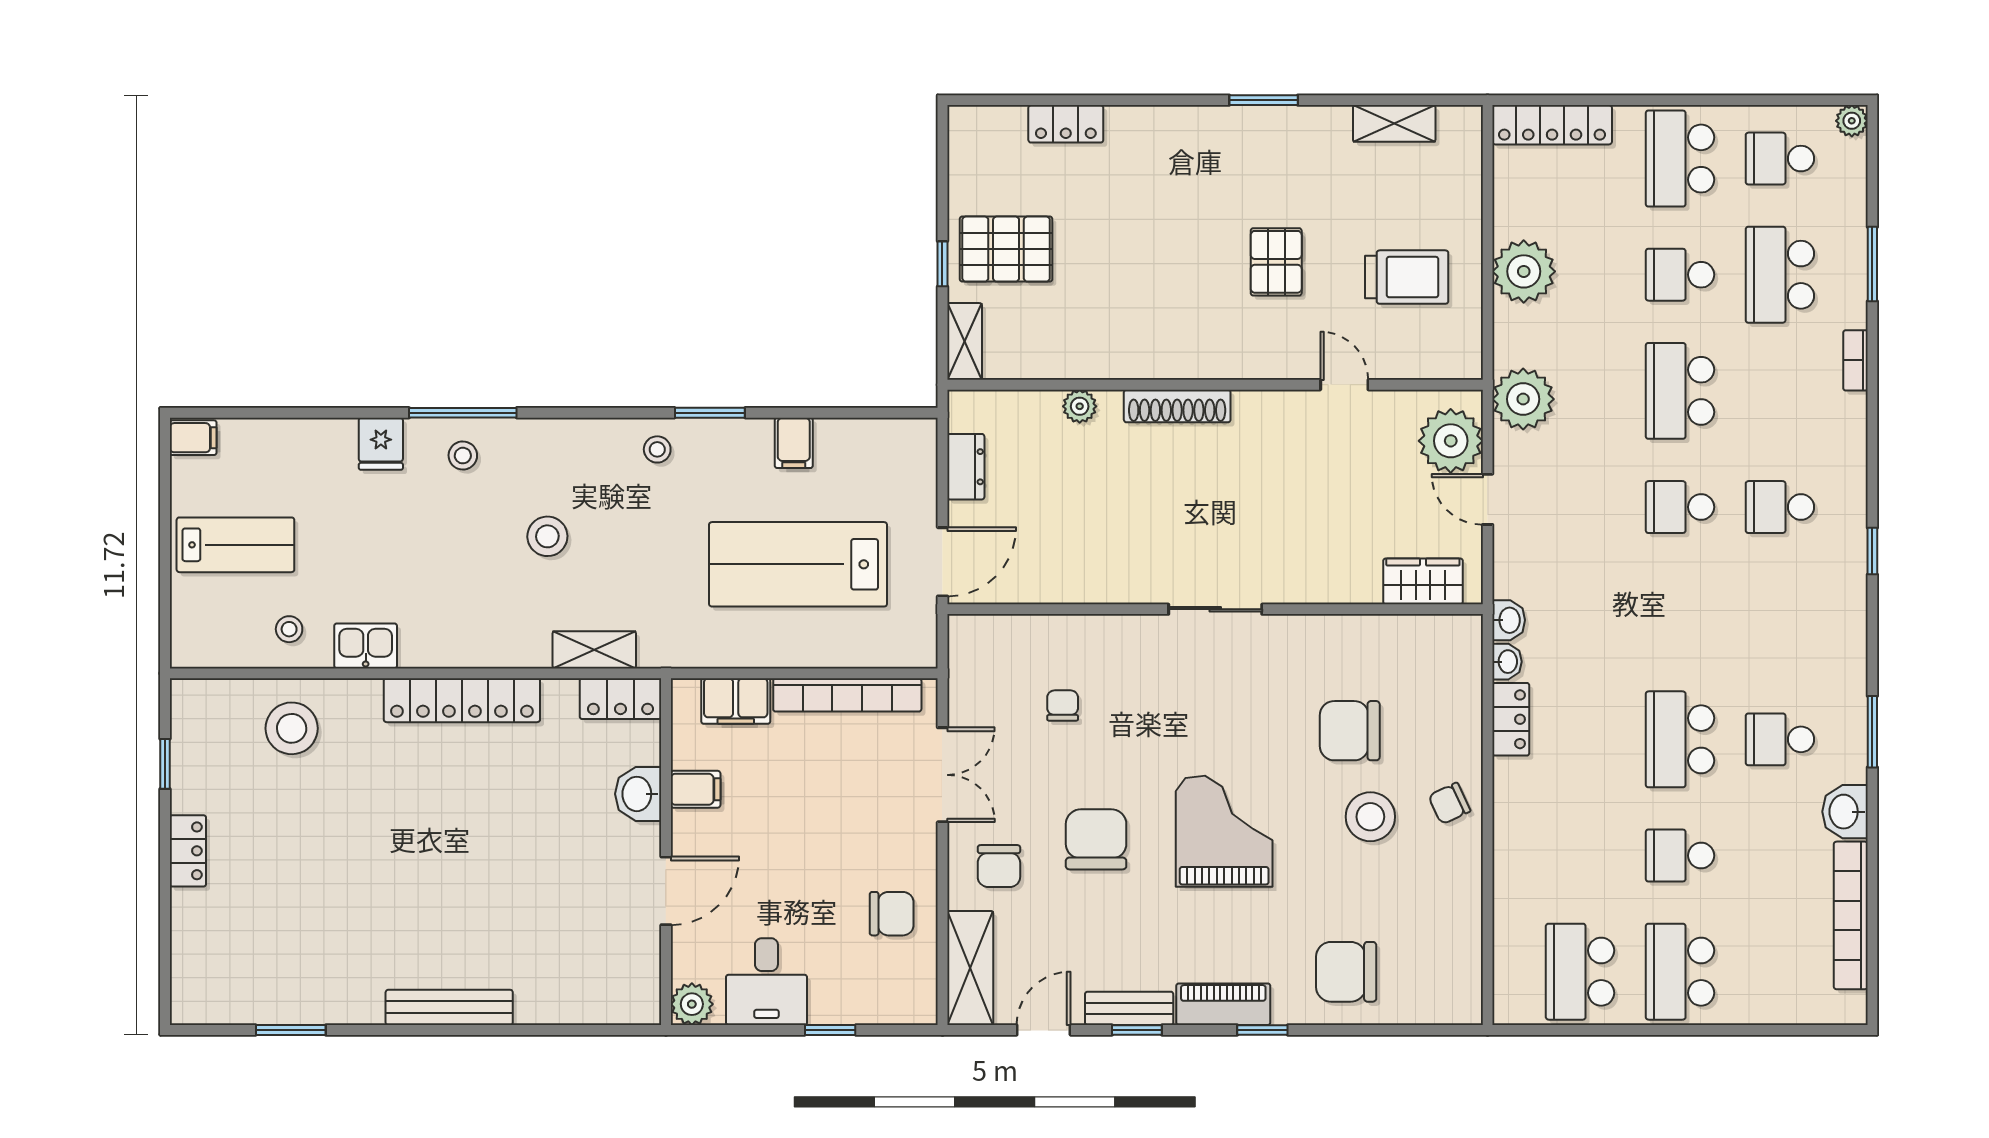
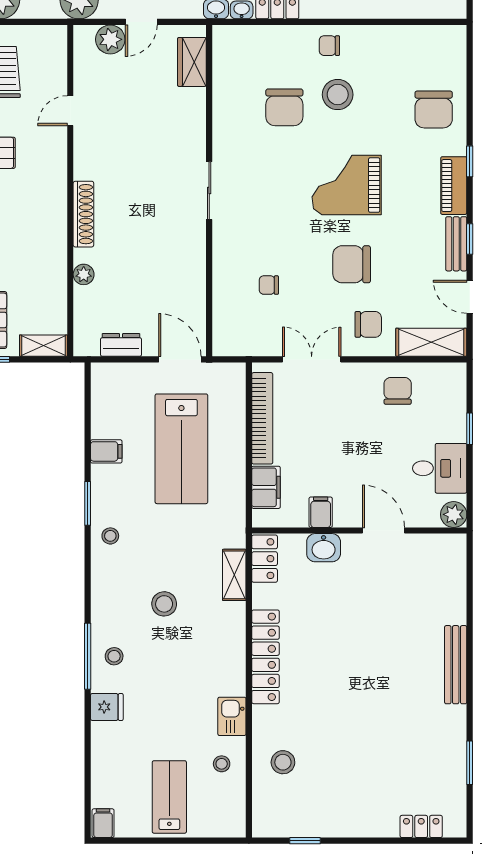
plant: (1451, 441) -> (110, 39), width x0.73, depth x0.73
stool: (292, 728) -> (283, 762), width x0.73, depth x0.73
chair: (1449, 803) -> (329, 46), turned 115
locker: (188, 851) -> (421, 826), moved

